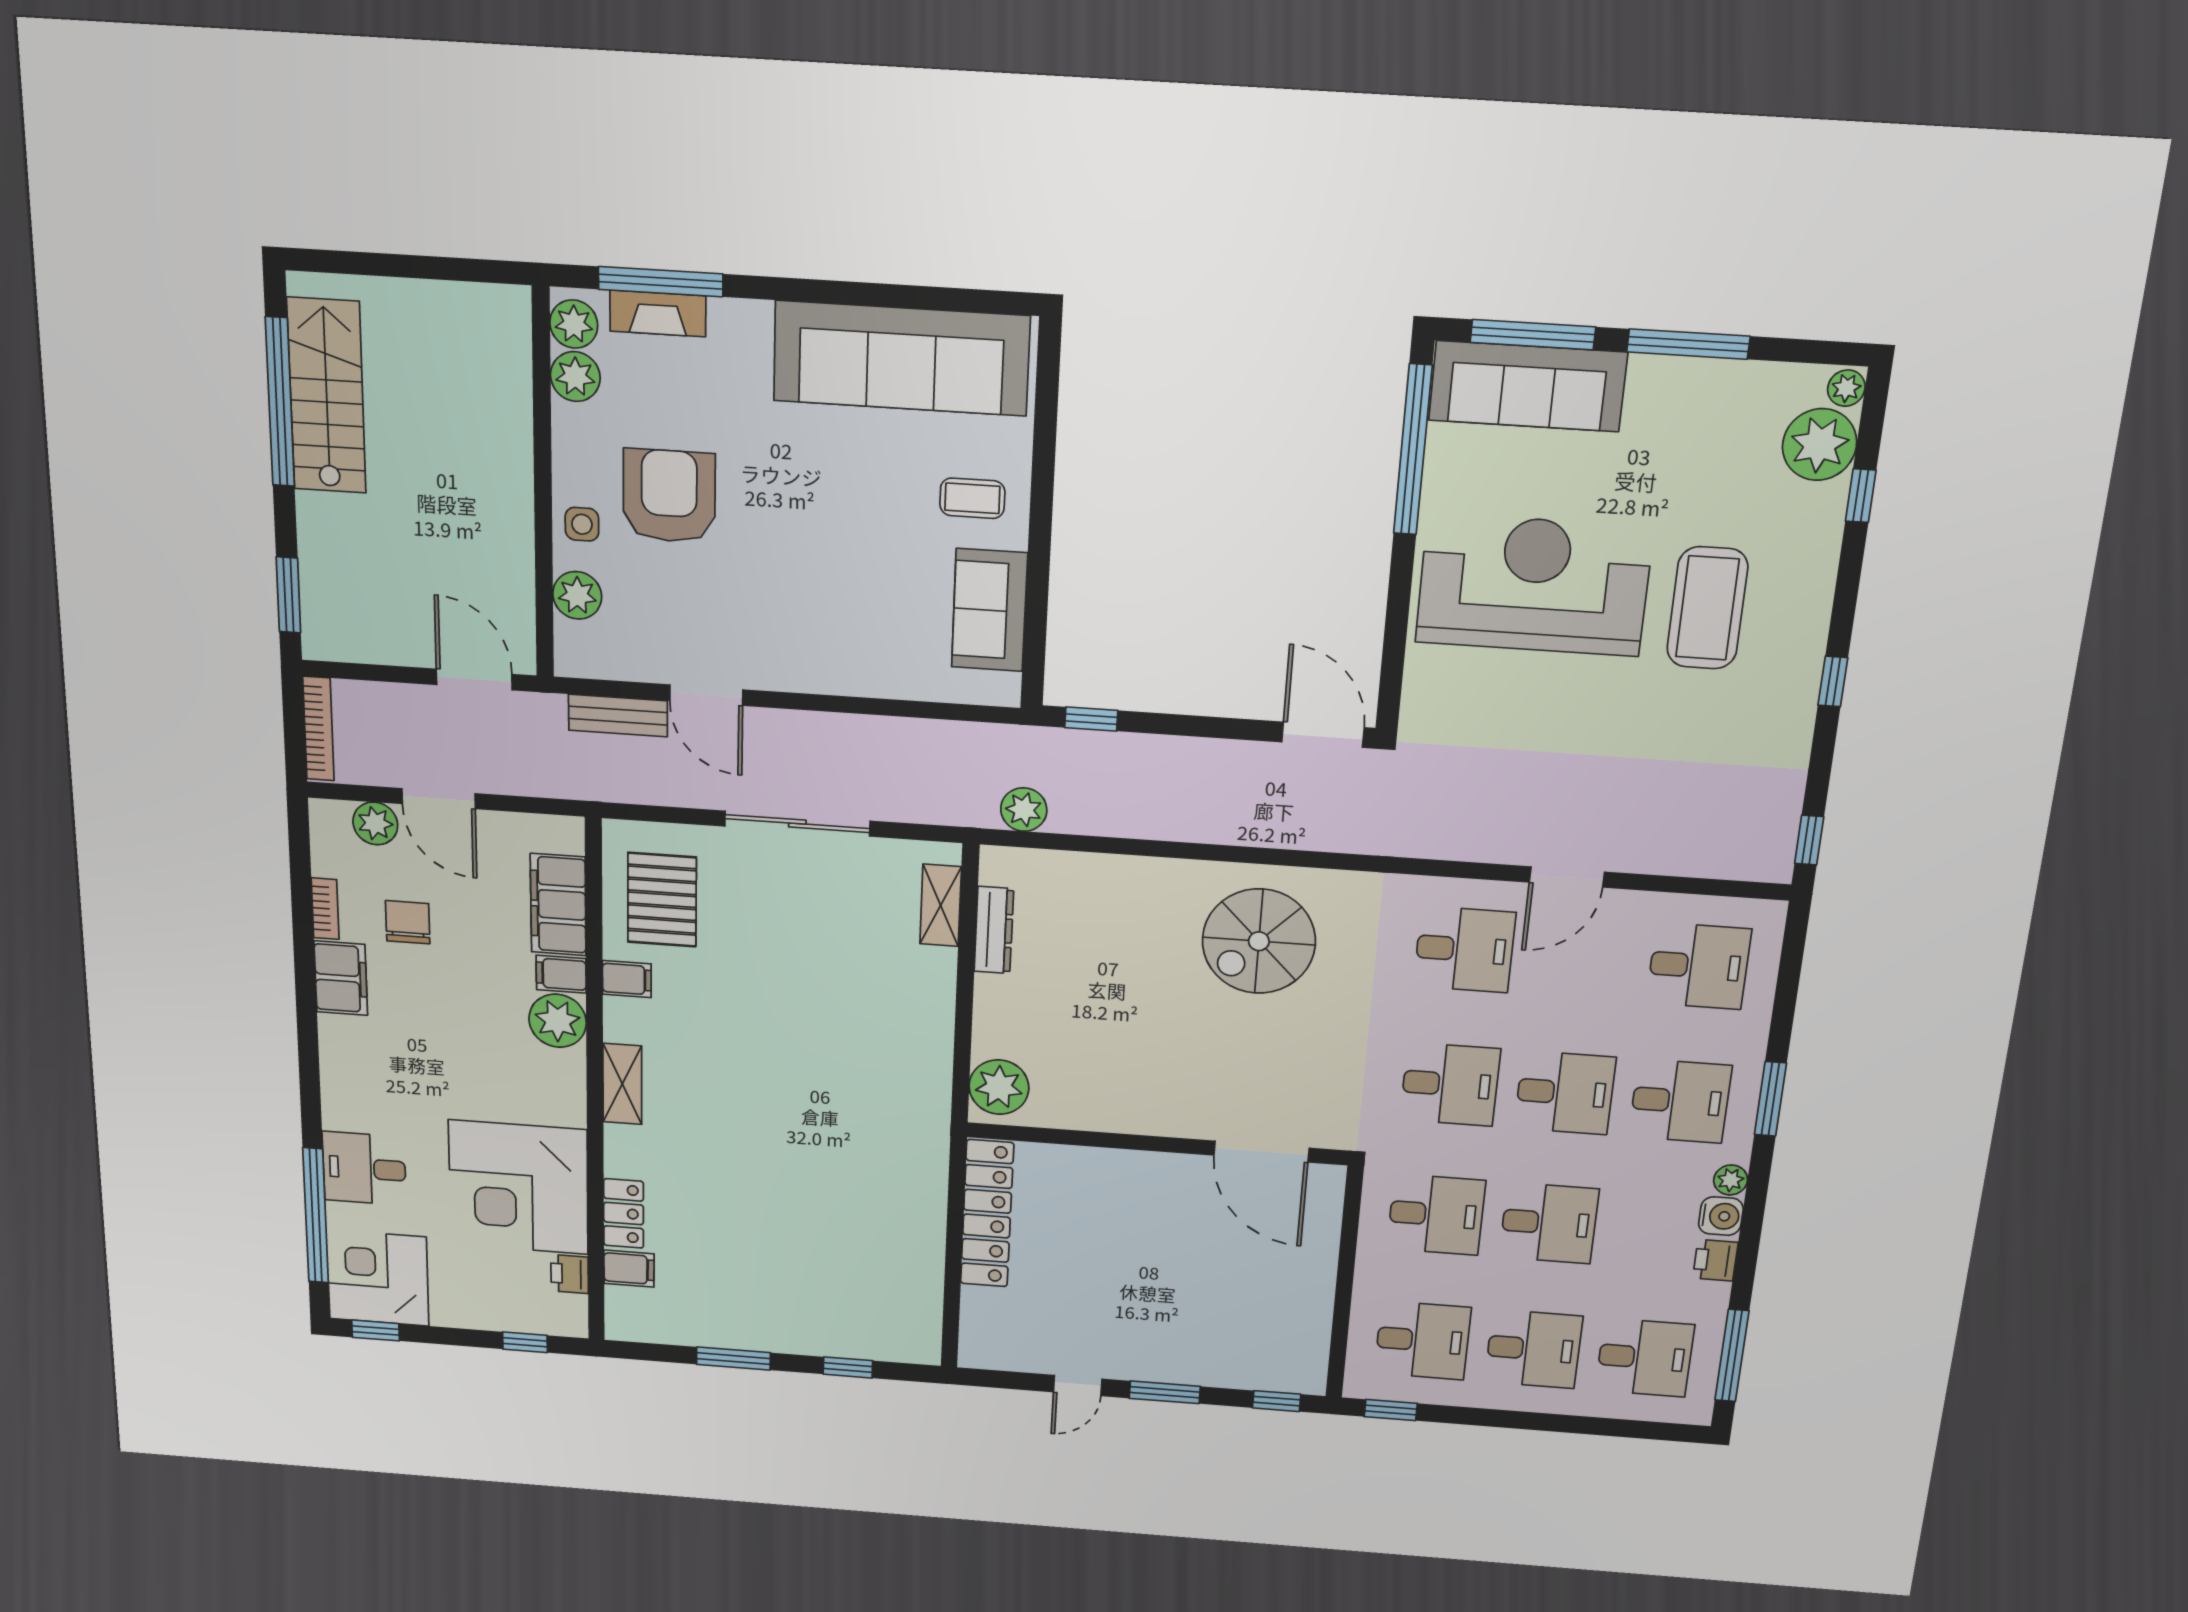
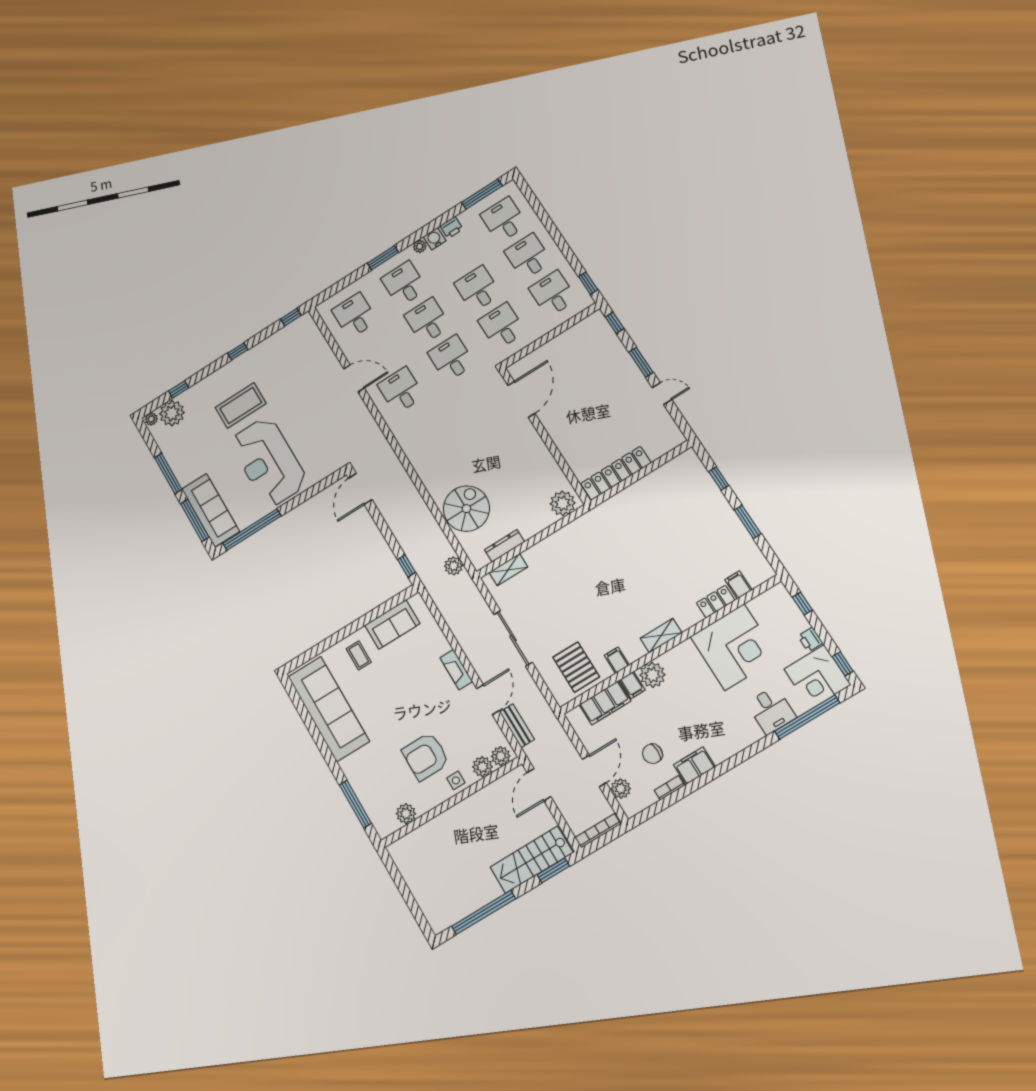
fireplace: (658, 313) -> (456, 670), moved, turned 180
plant: (574, 324) -> (501, 756), moved
stairs: (327, 396) -> (532, 860), moved
pallet: (662, 900) -> (576, 667), turned 90
spiral stairs: (1259, 941) -> (466, 509), moved, turned -90
printer: (570, 1274) -> (810, 640), moved, turned 90

